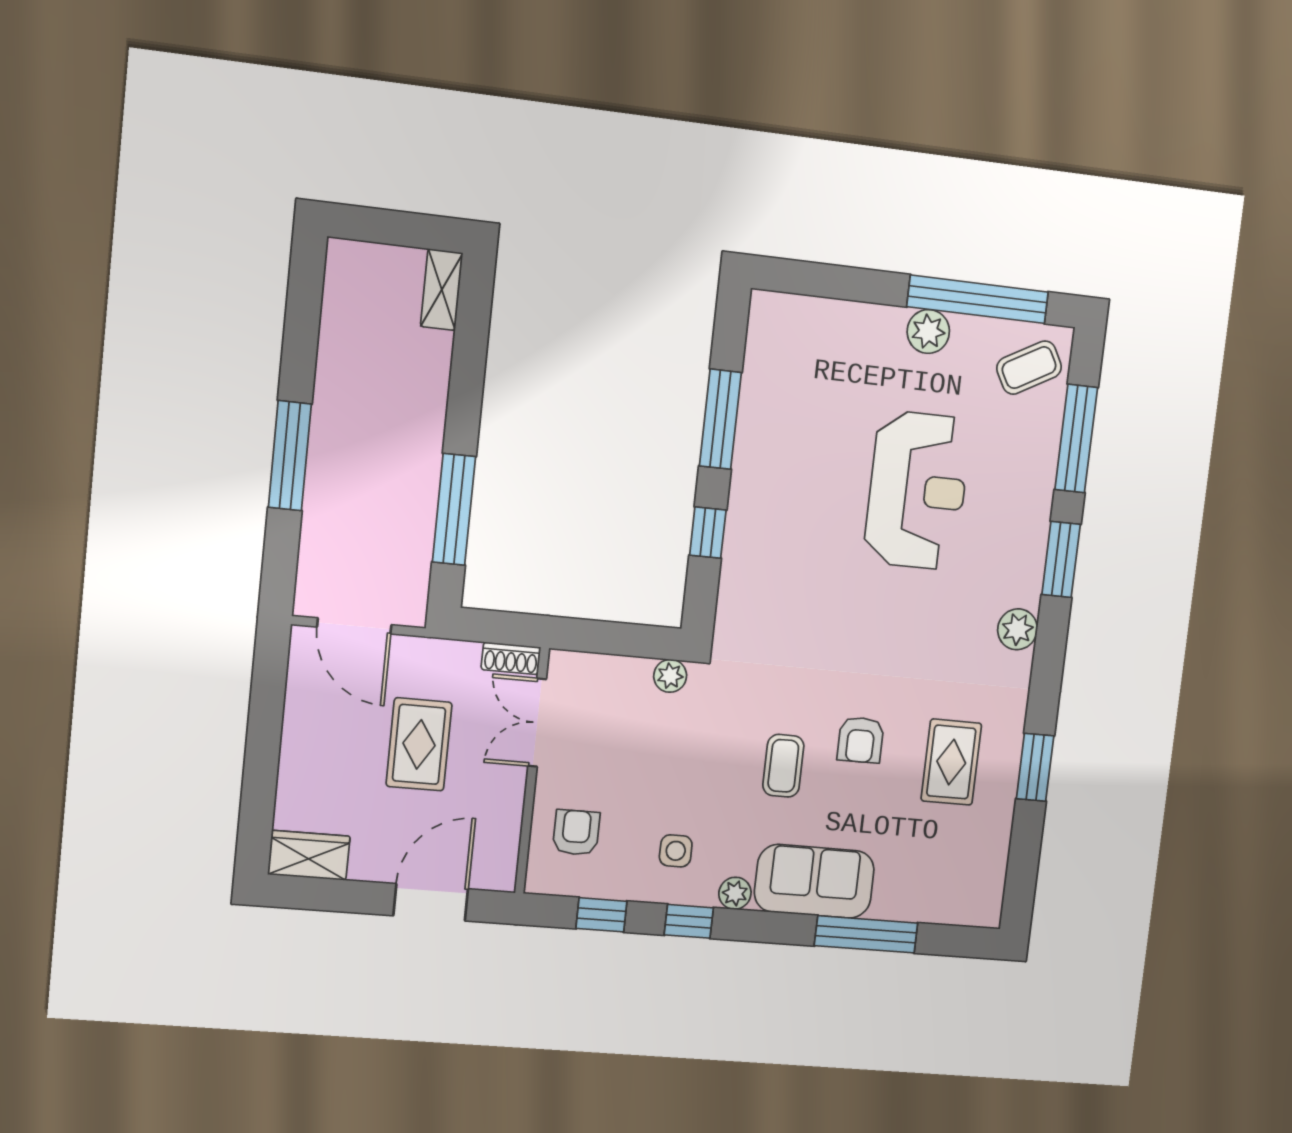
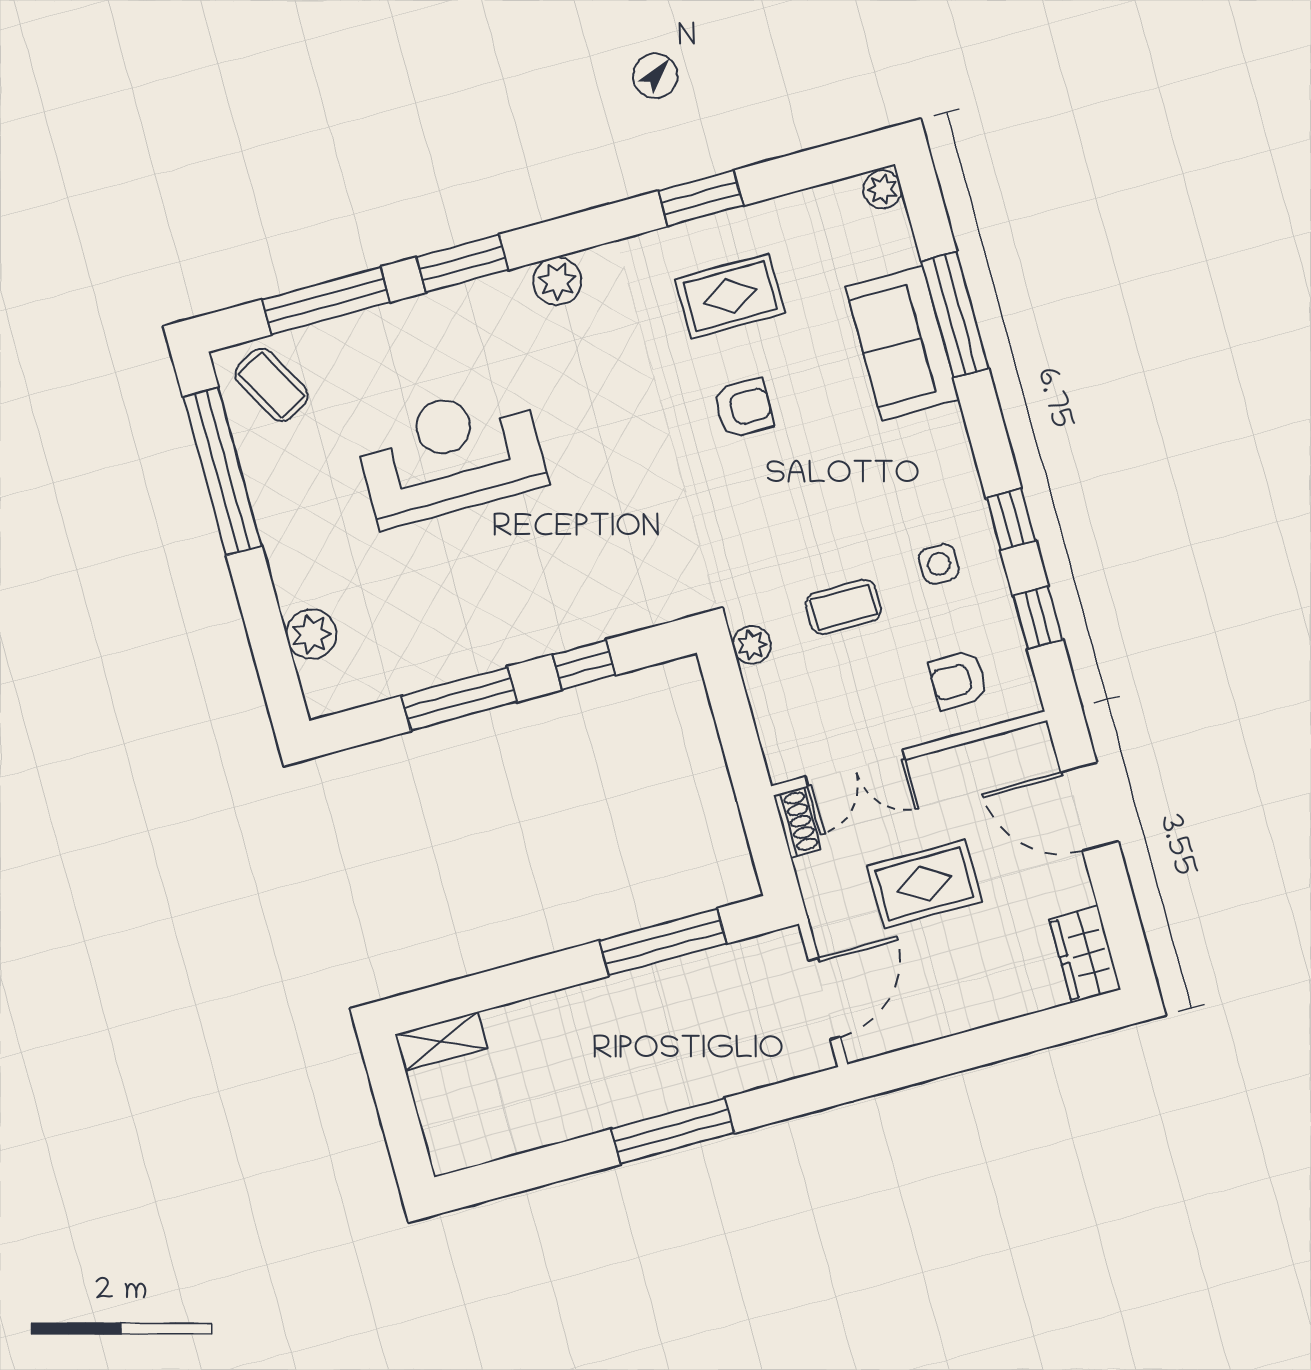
plant: (928, 331) -> (311, 634), moved
coffee table: (783, 766) -> (843, 607), moved
sofa: (814, 881) -> (902, 343), moved
plant: (735, 893) -> (882, 189), moved

